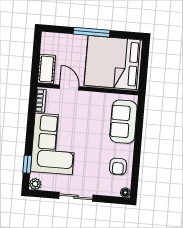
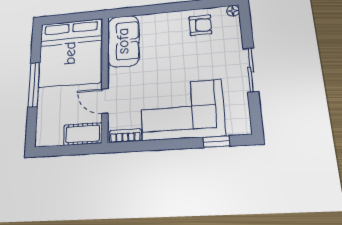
door: (69, 88) -> (105, 101), hinge flipped
sofa: (123, 122) -> (123, 41), moved, turned -90
plant: (35, 184) -> (243, 127), removed

